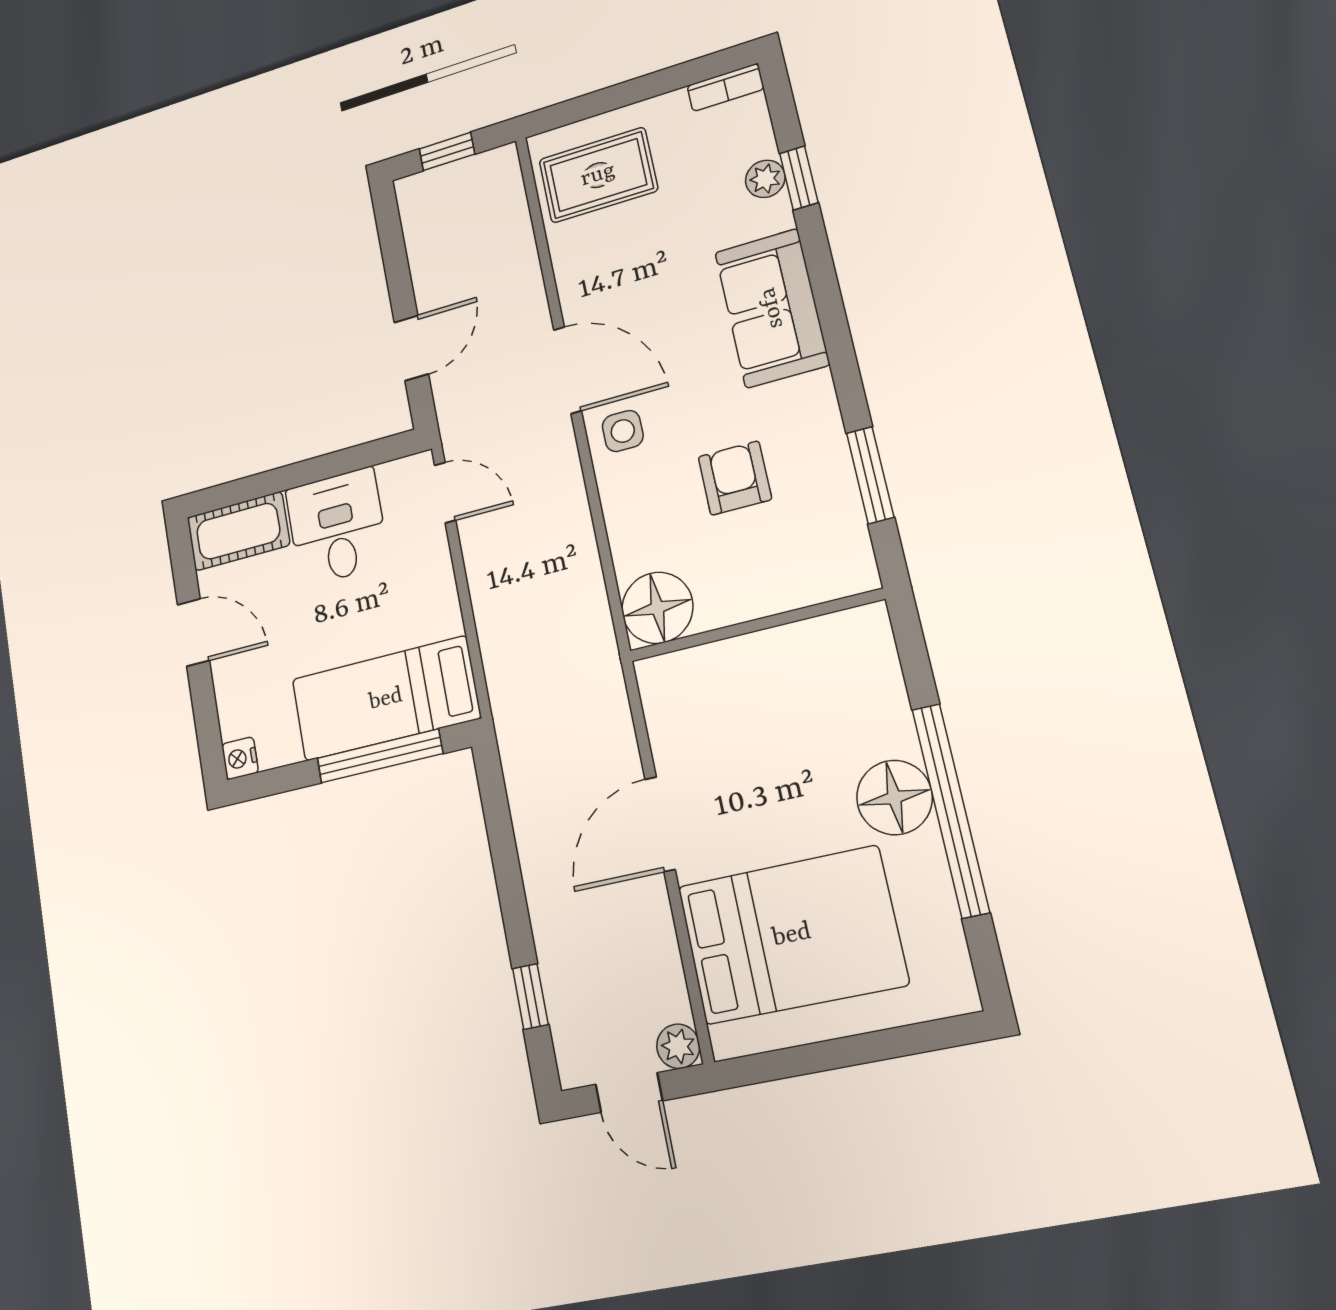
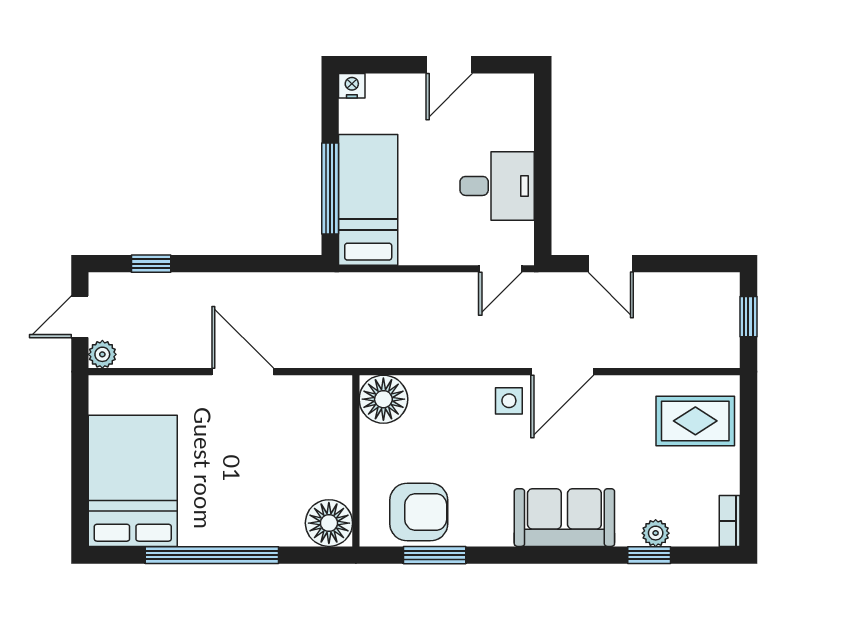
rug: (598, 175) -> (695, 421), turned 90
armchair: (735, 478) -> (419, 512), moved, width x1.38, depth x1.38
cot: (238, 531) -> (514, 111), removed
floor lamp: (894, 797) -> (329, 523), moved
bed: (792, 935) -> (133, 481), moved, turned 180

